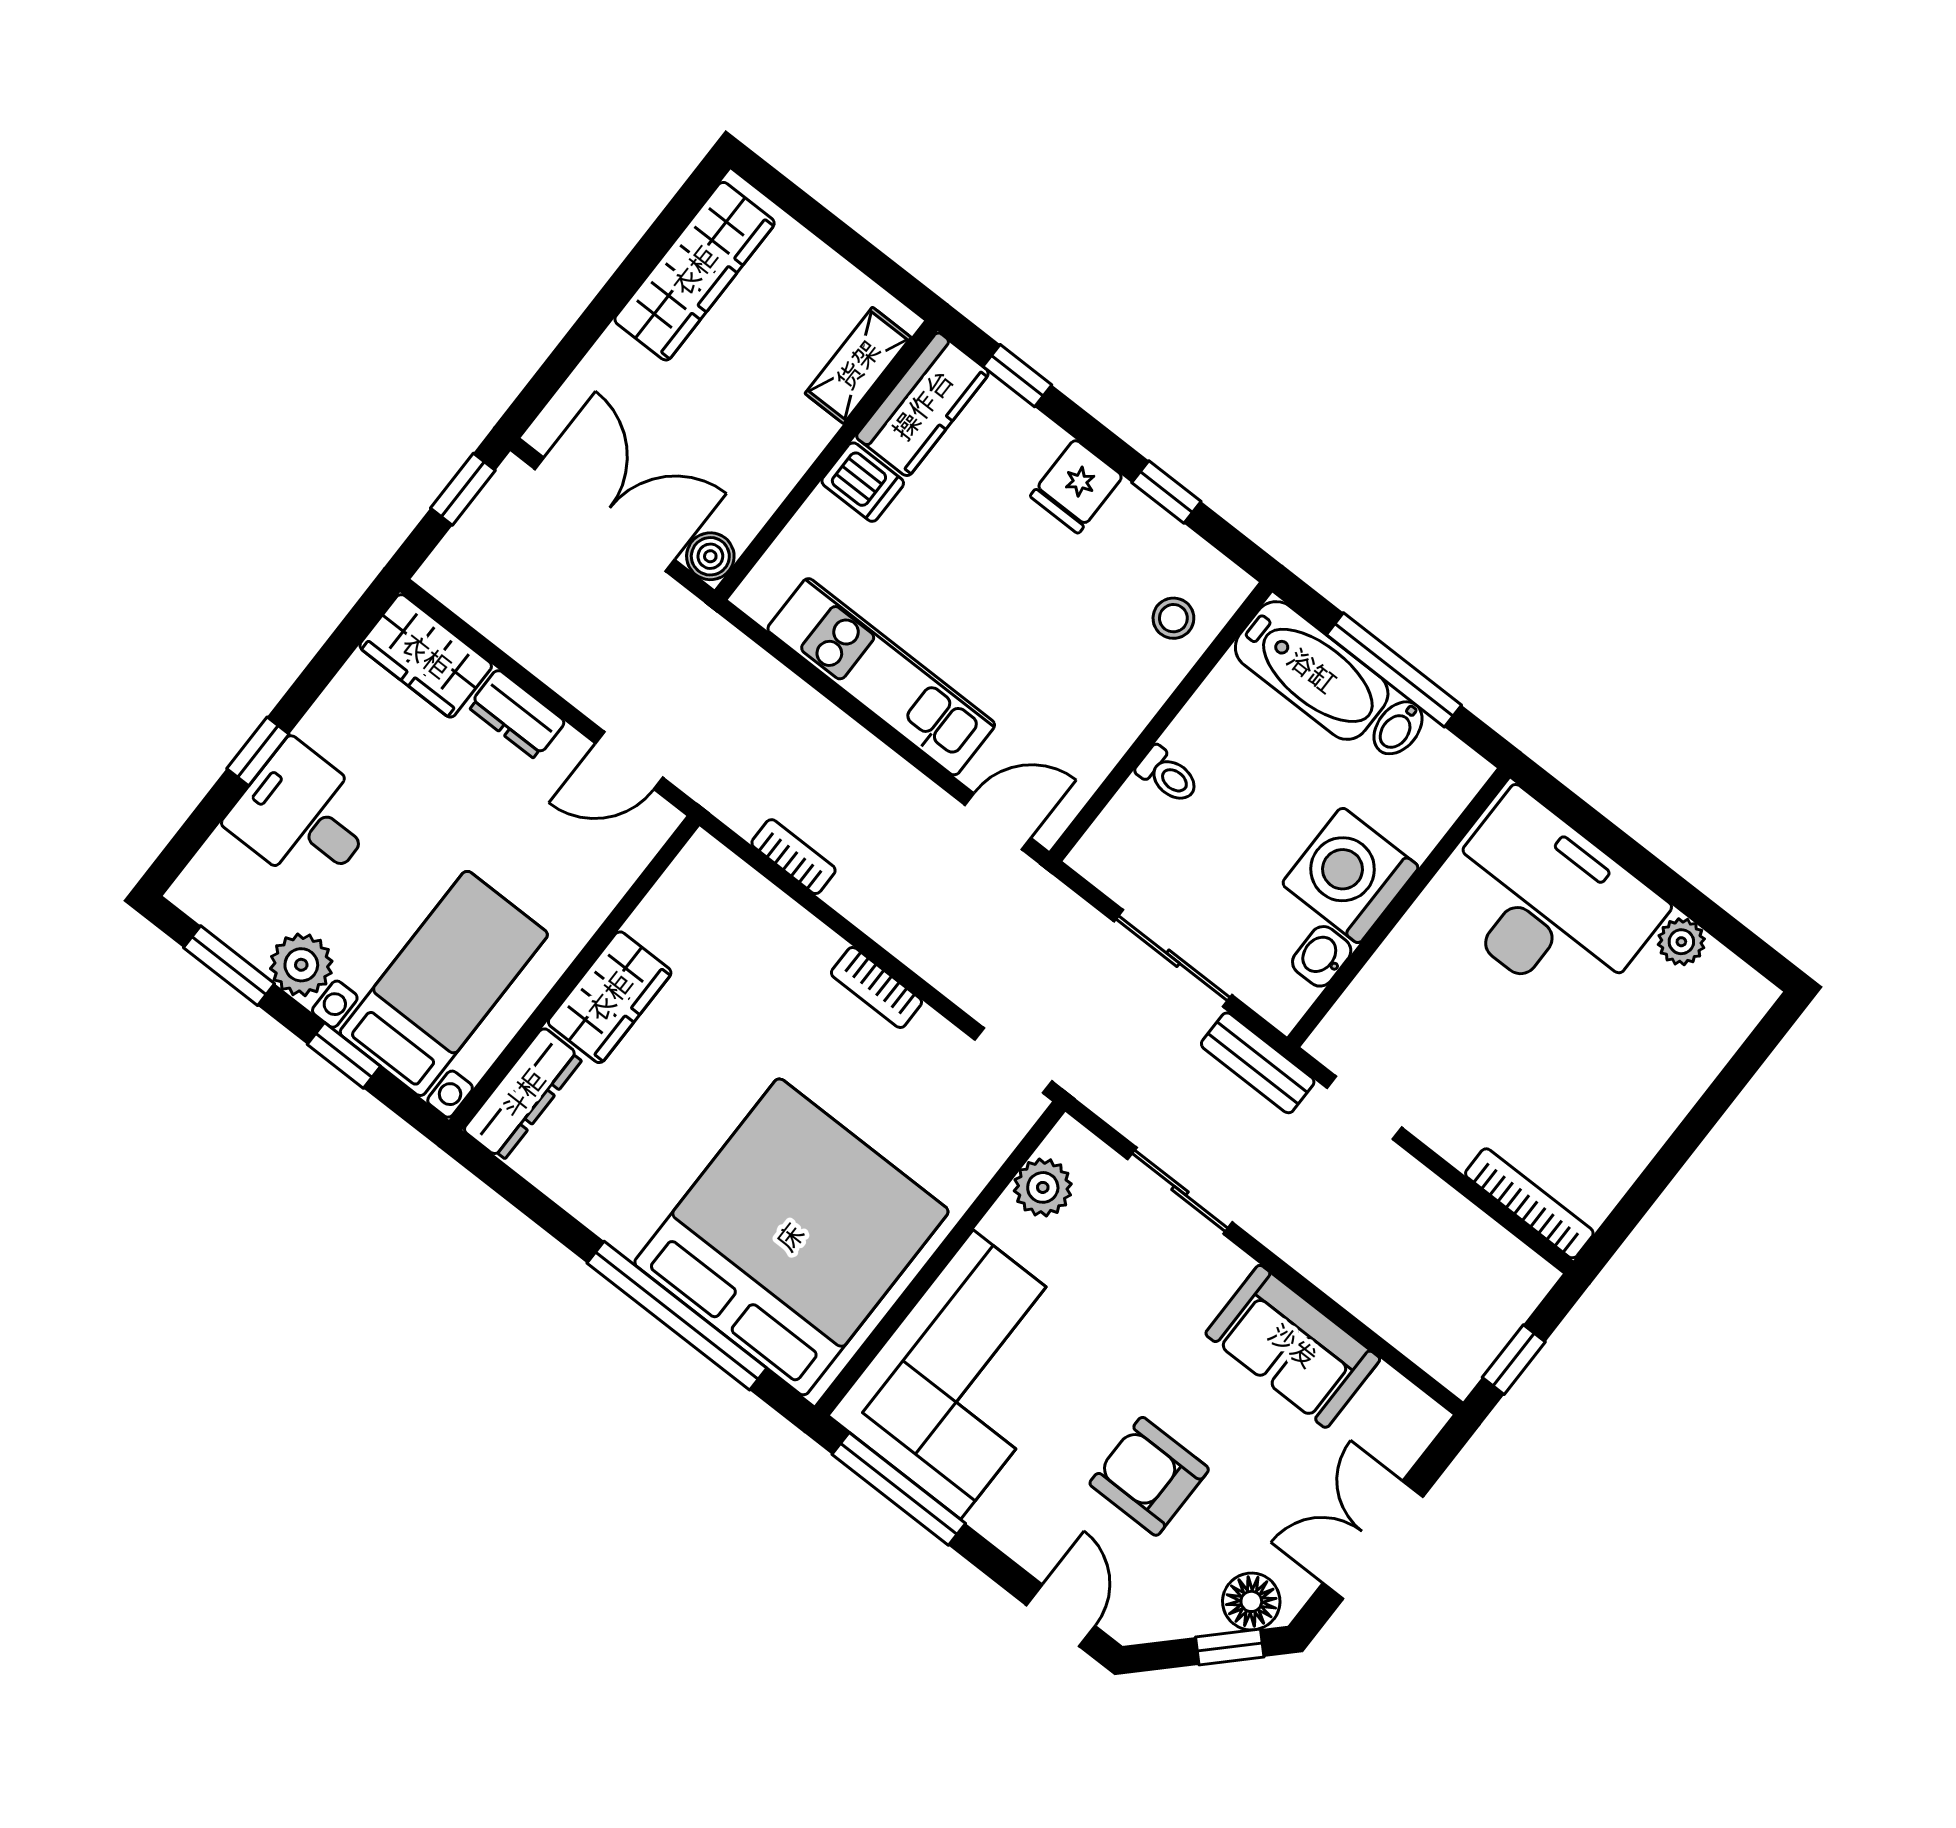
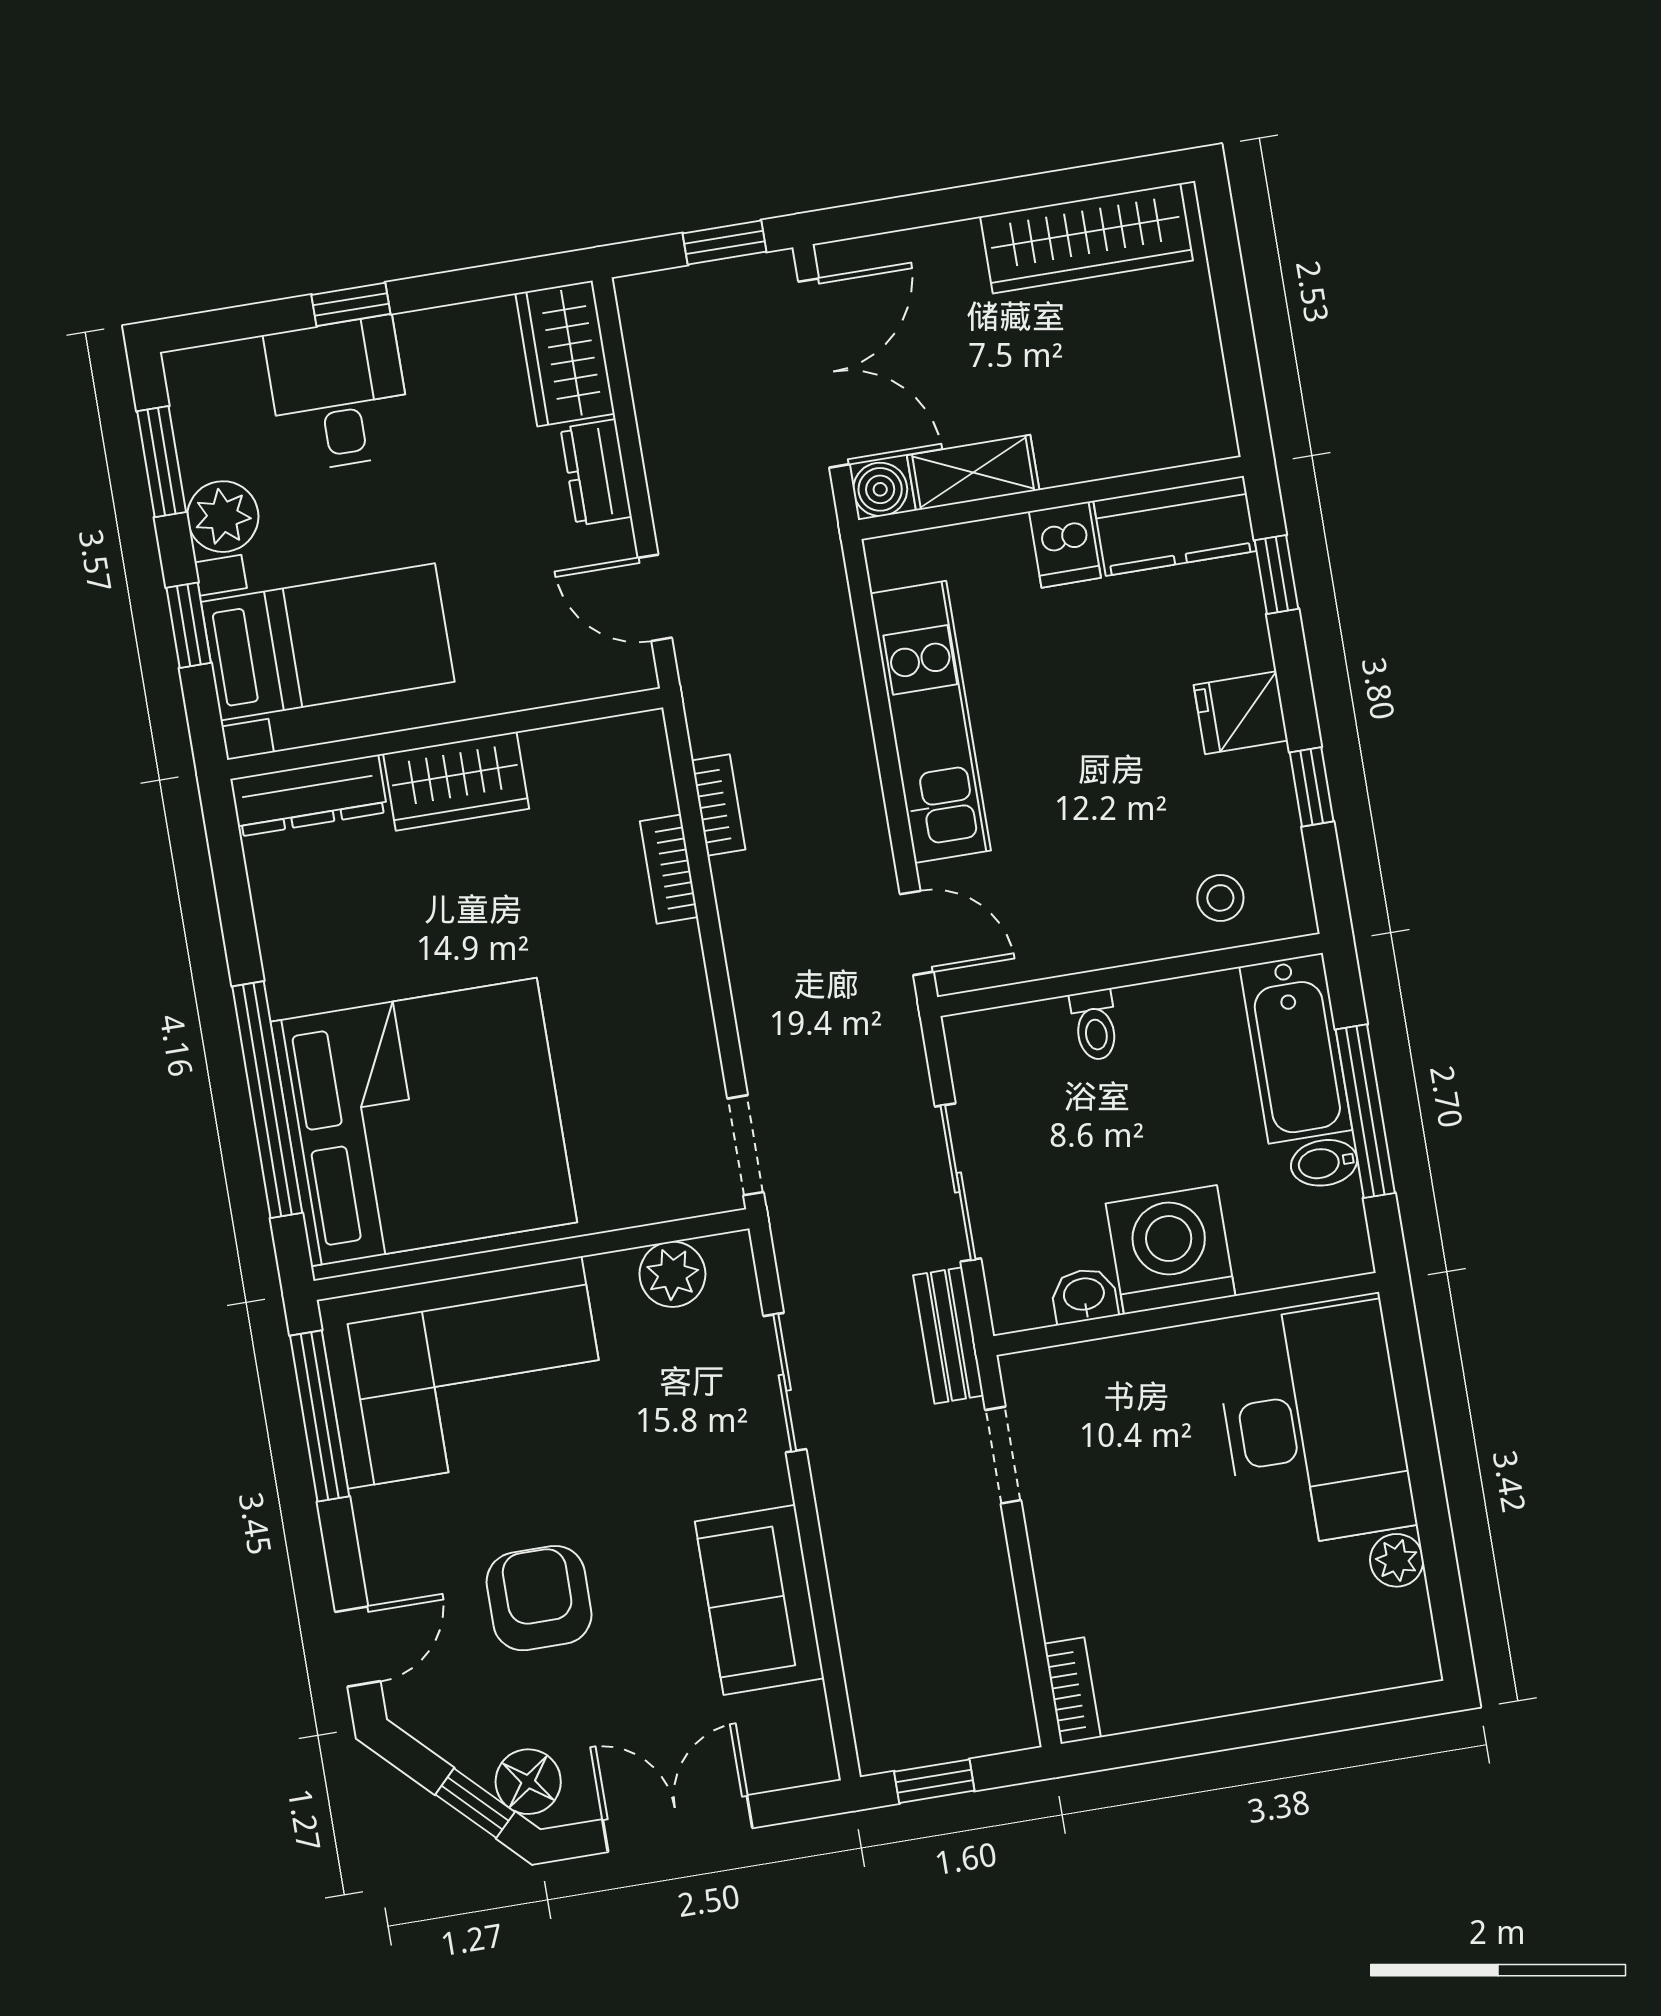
shelving: (858, 365) -> (973, 473), moved
bookcase: (876, 988) -> (669, 869), moved
bookcase: (1529, 1203) -> (1072, 1691), width x0.64

